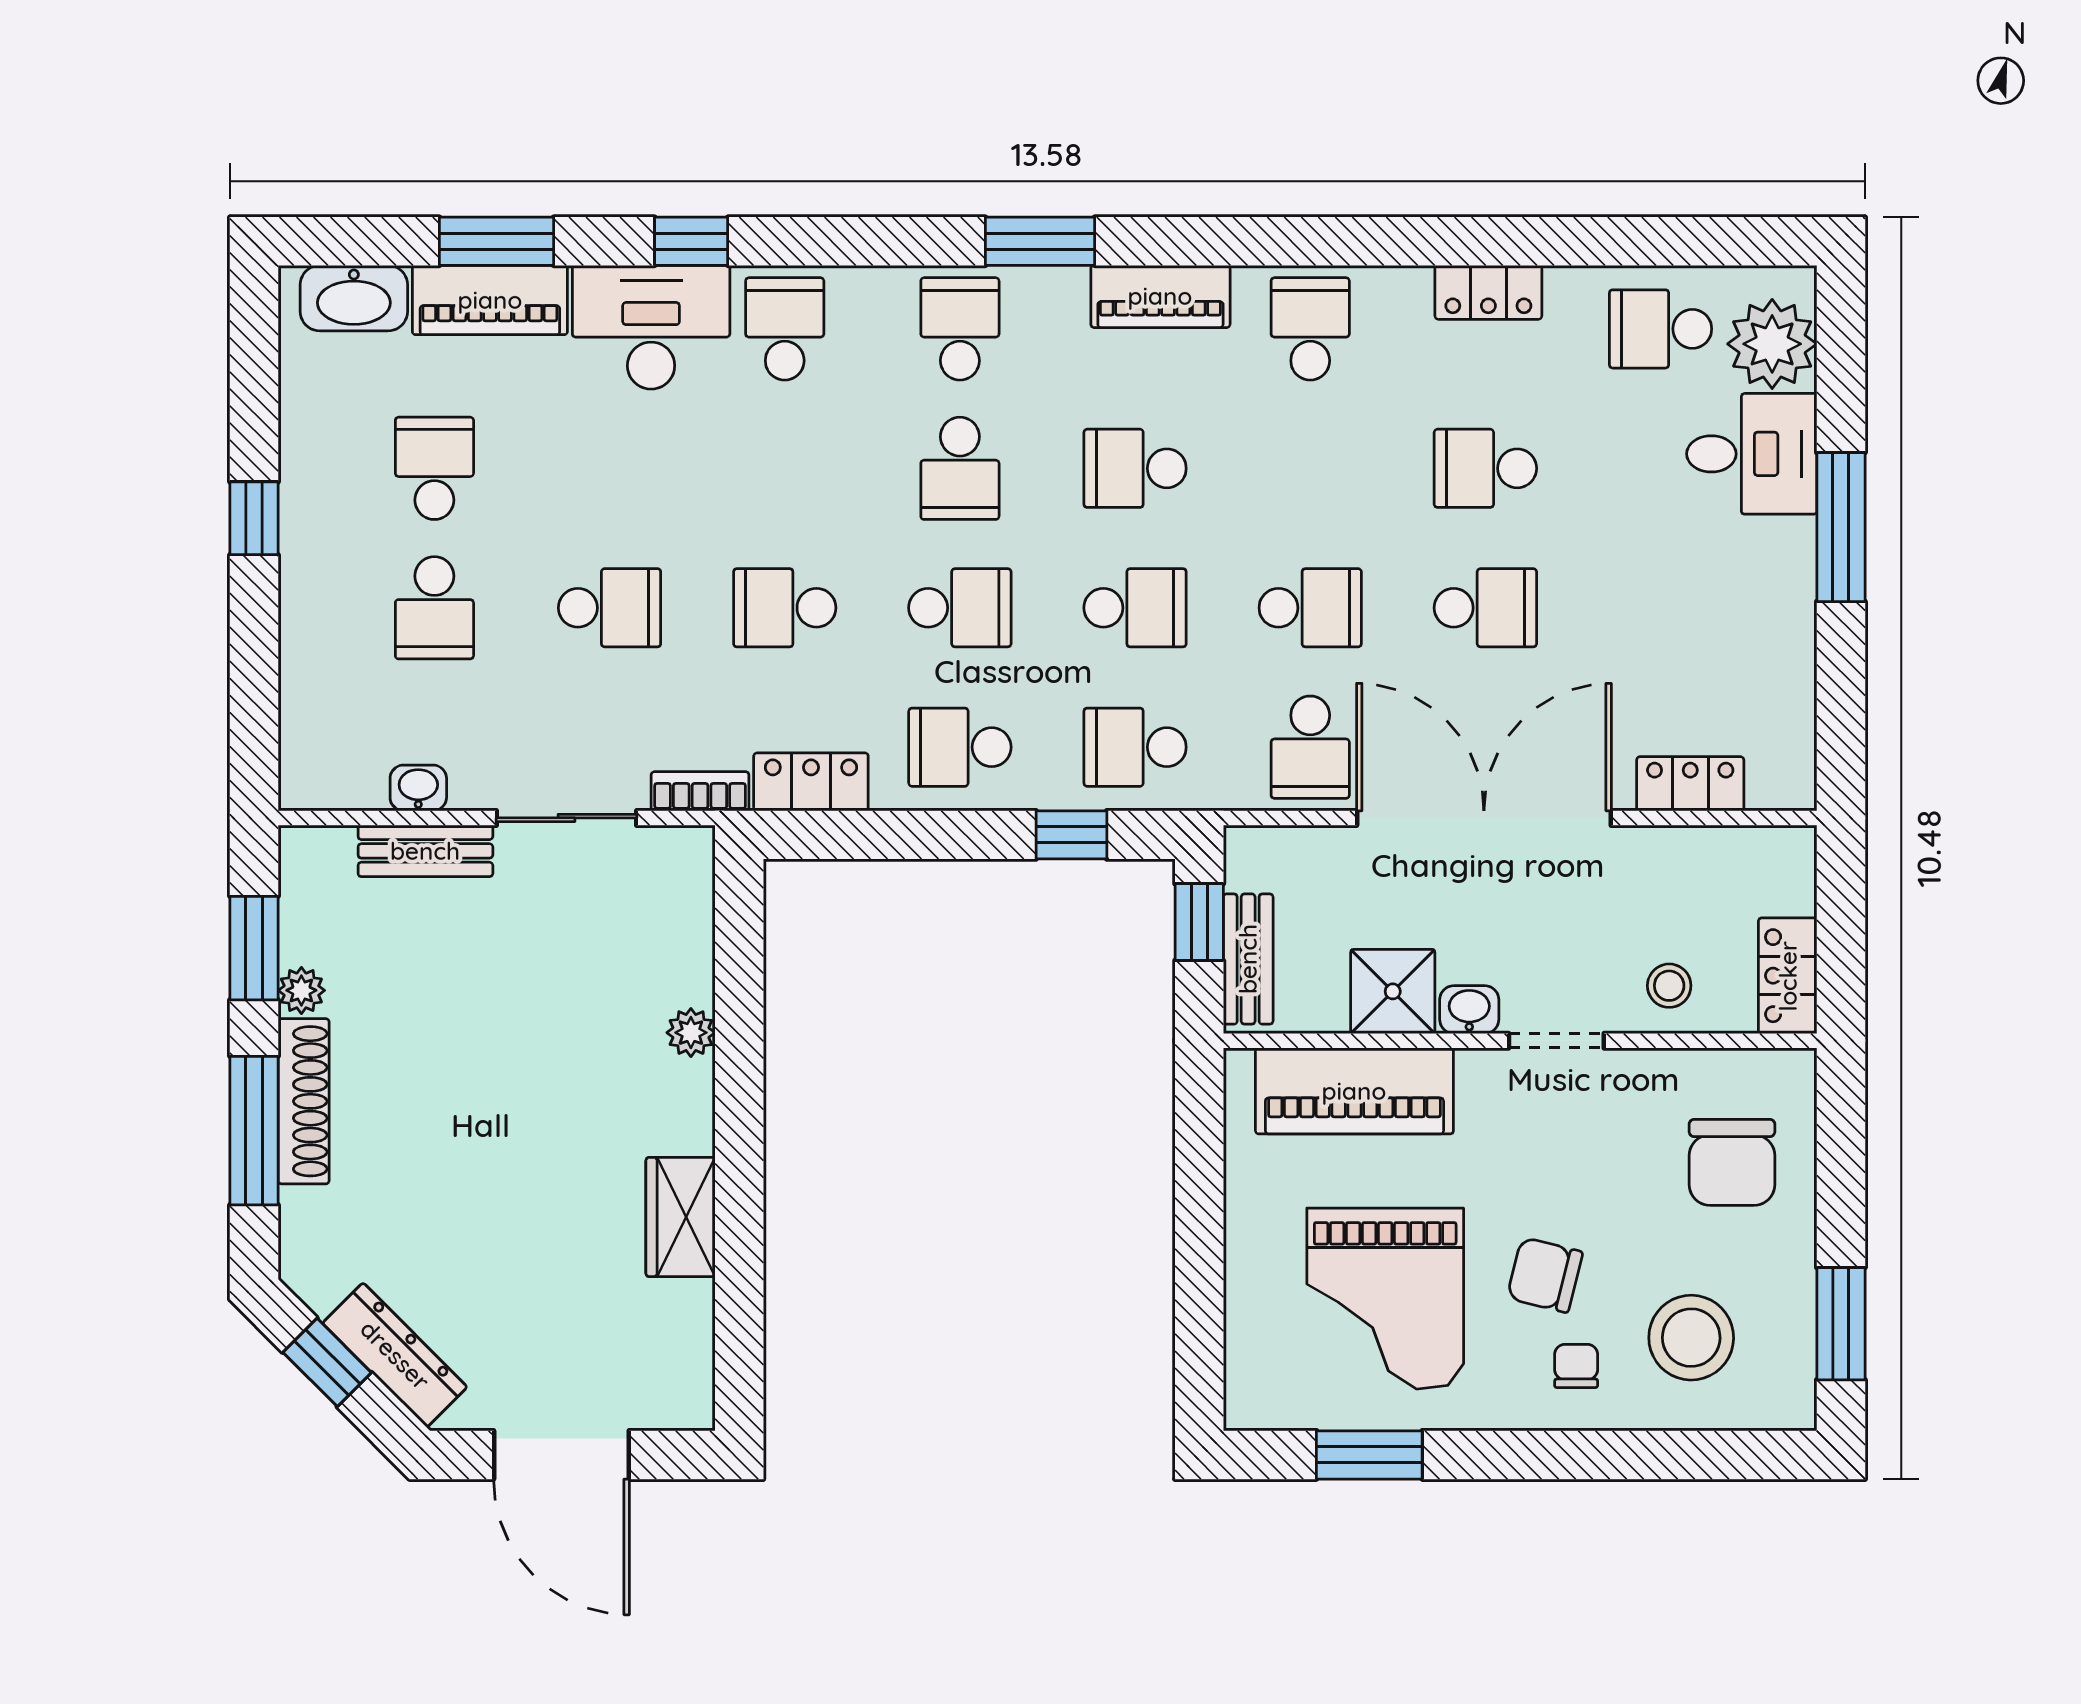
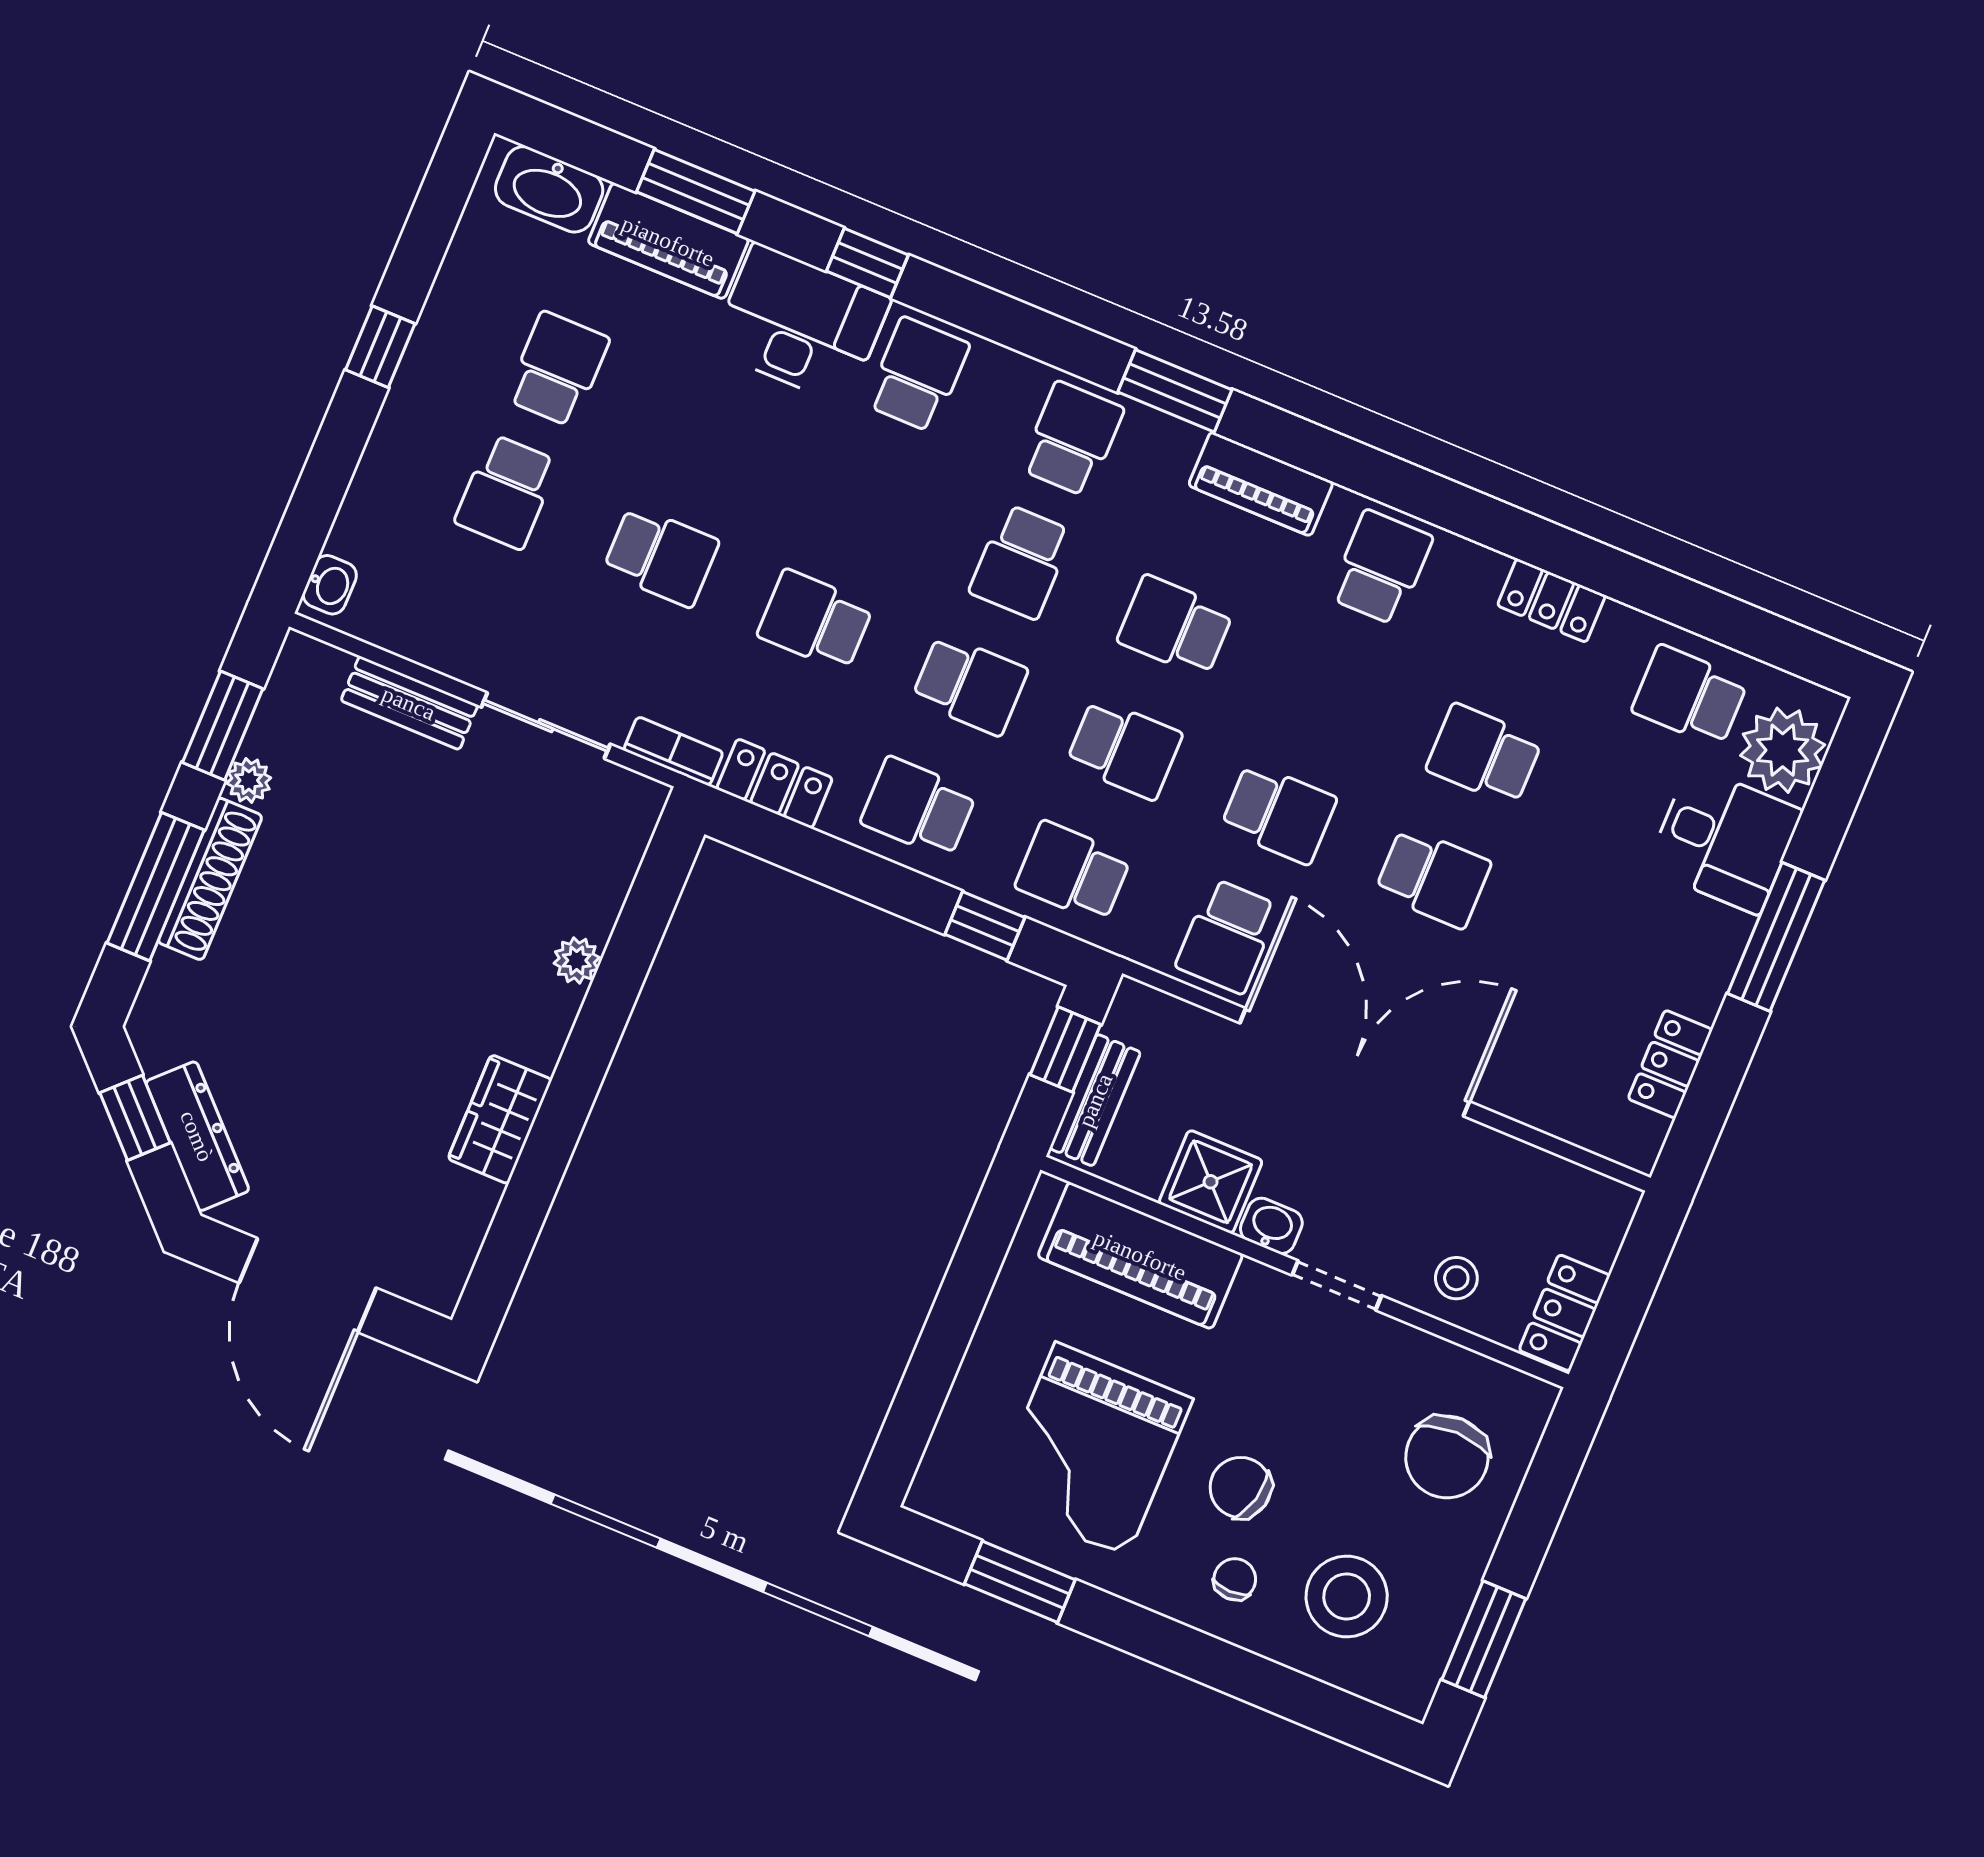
locker: (1690, 784) -> (1670, 1064), moved, turned -90
washbasin: (418, 788) -> (330, 585), moved, turned 90

